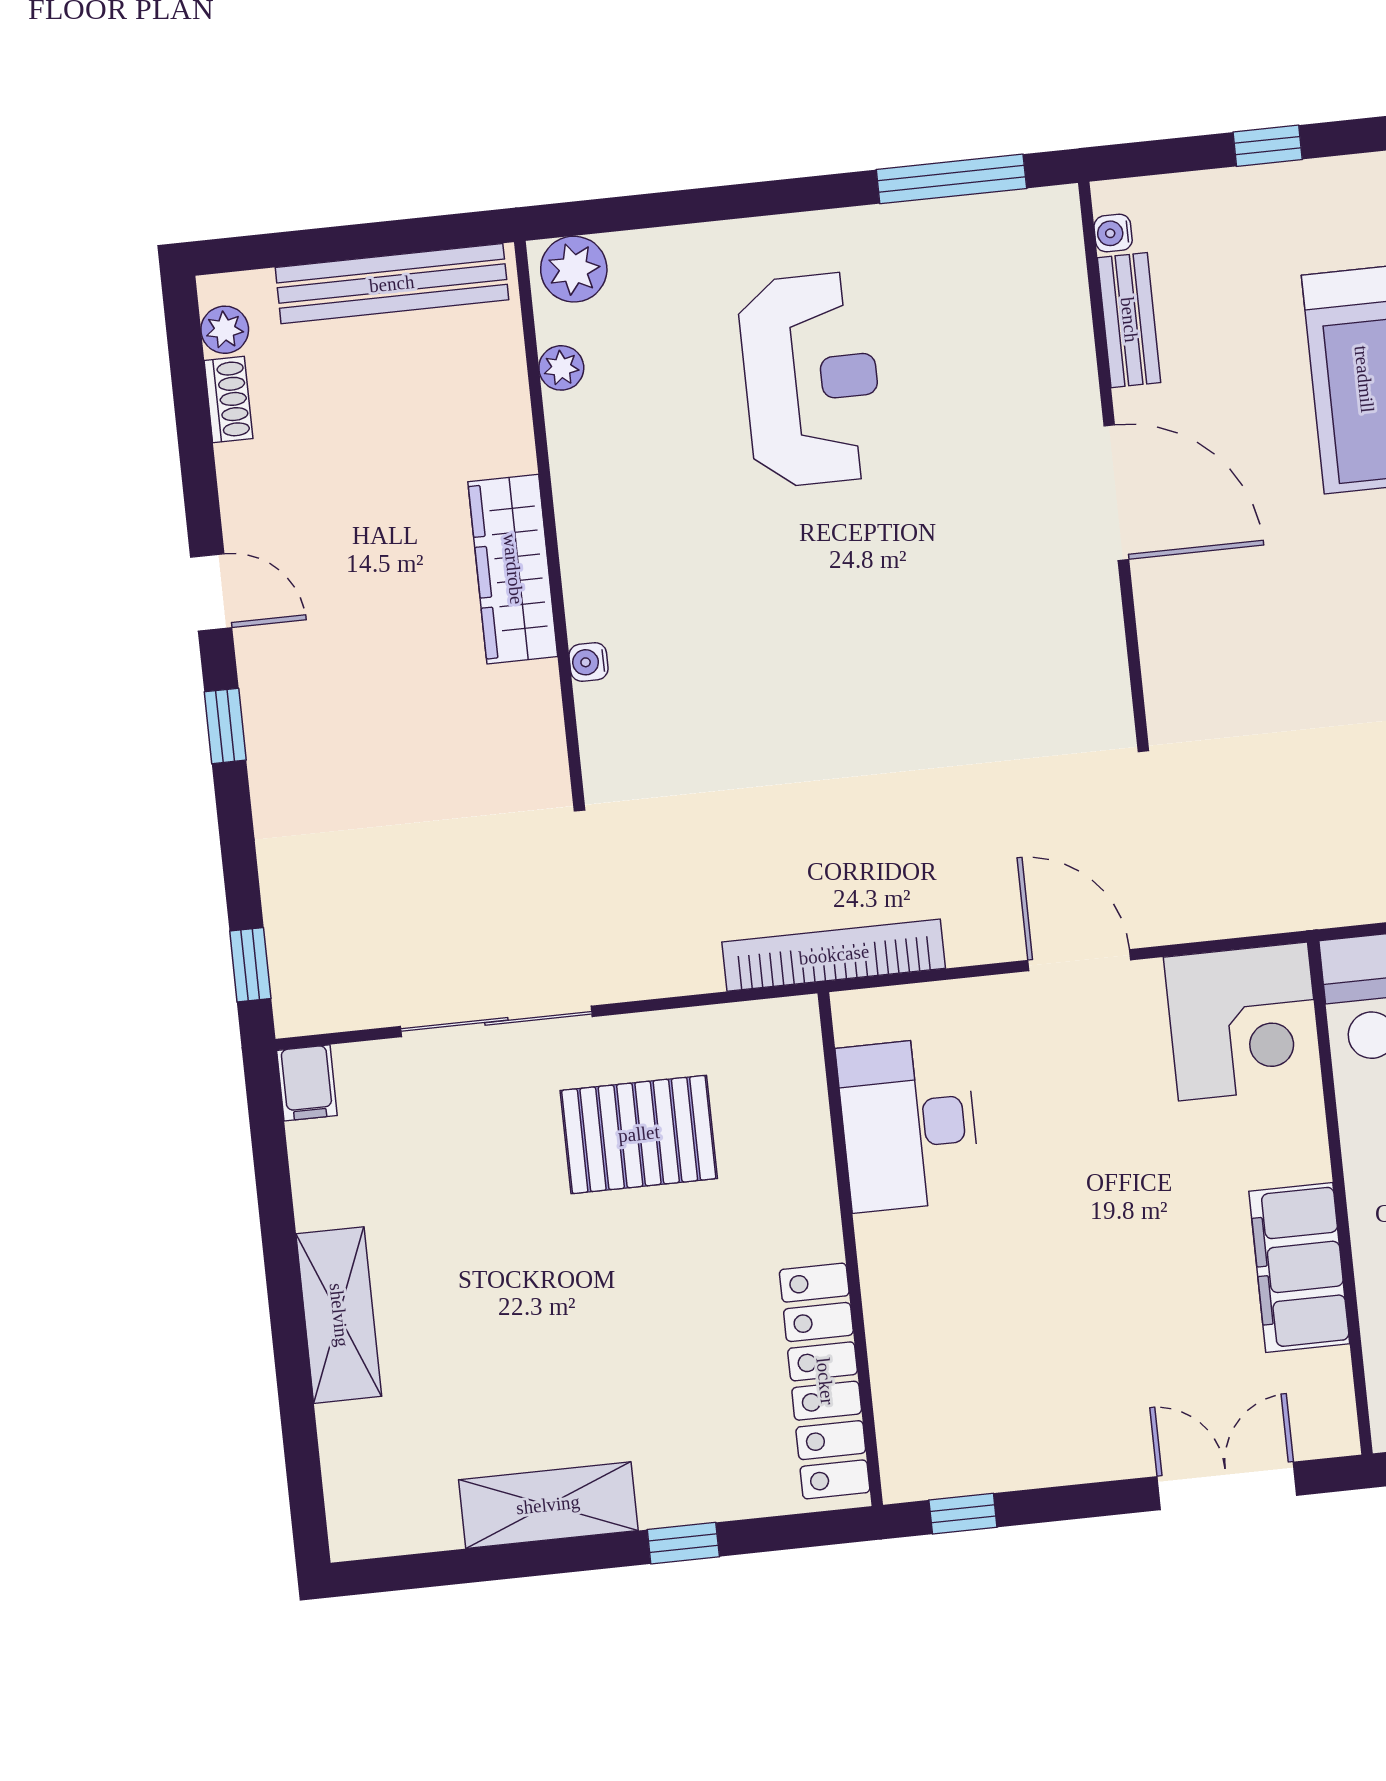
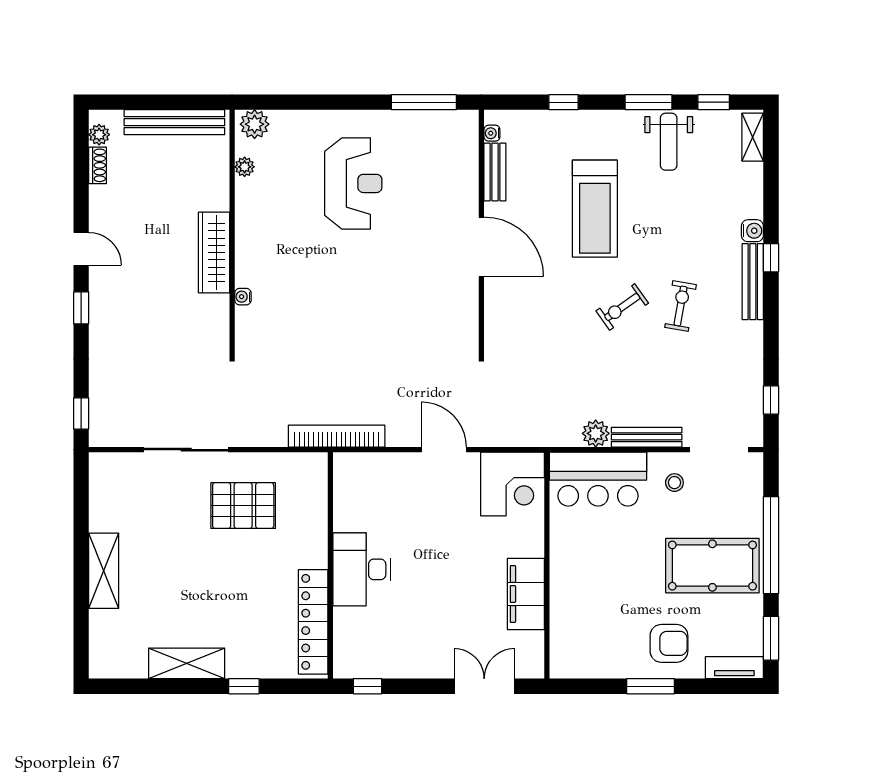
filing cabinet: (307, 1083) -> (100, 468), removed
desk: (909, 1124) -> (362, 569), moved

